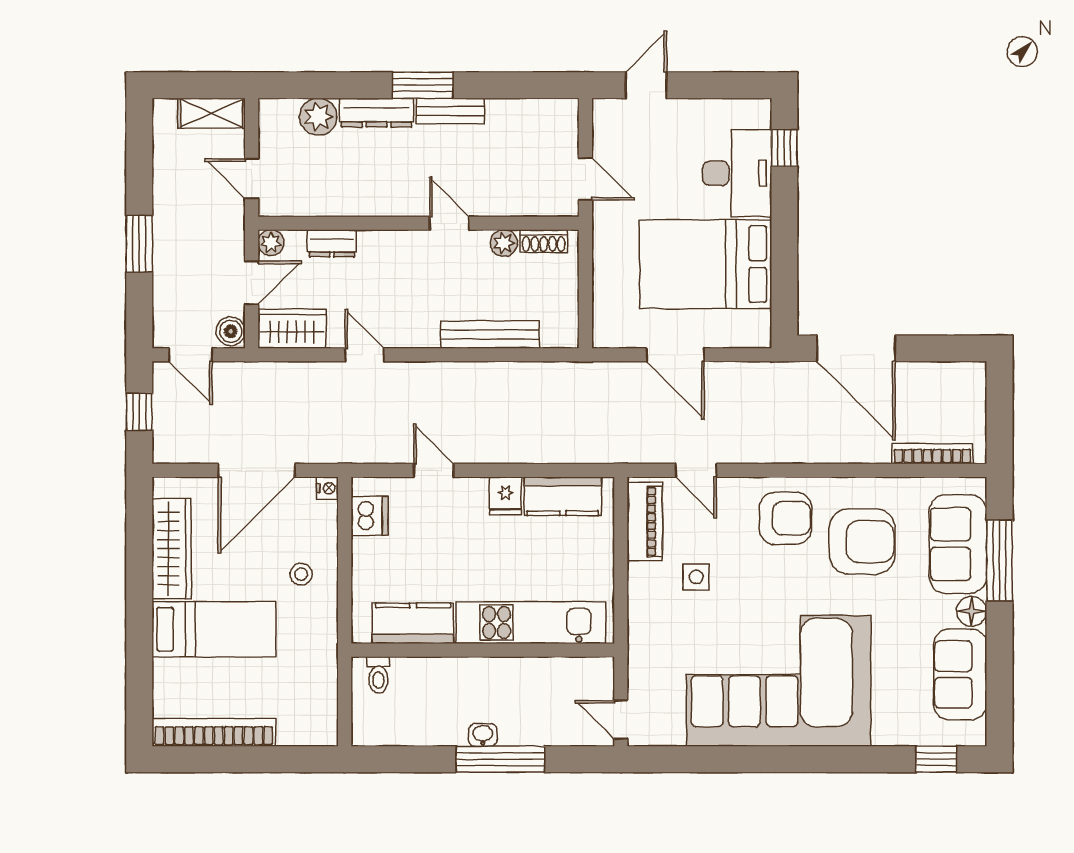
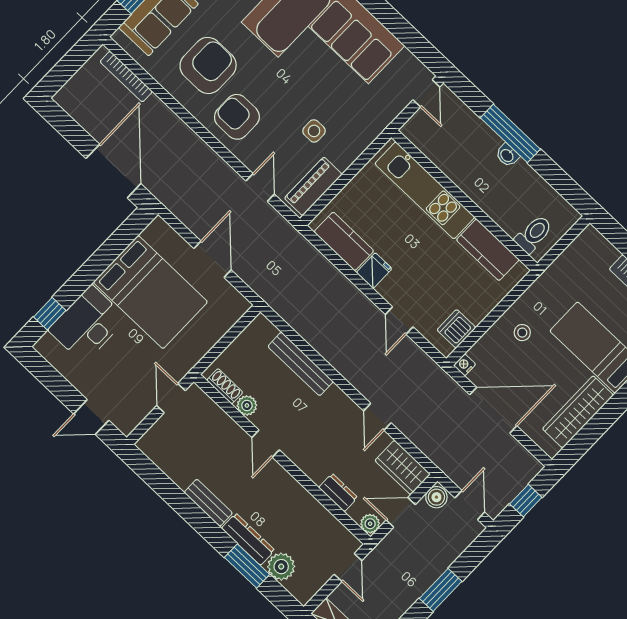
window: (423, 85) -> (247, 566), moved
armchair: (862, 542) -> (208, 65), turned 90
toilet: (378, 675) -> (534, 234), width x1.37, depth x1.39

